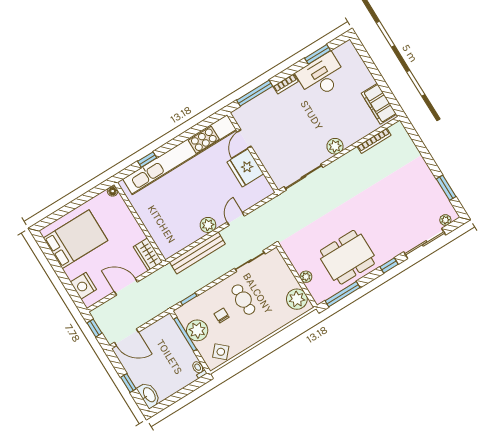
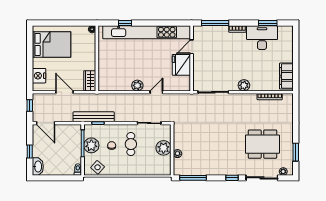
bench: (197, 253) -> (94, 117), moved
dining table: (347, 257) -> (262, 144), moved
plant: (297, 299) -> (163, 148), moved

